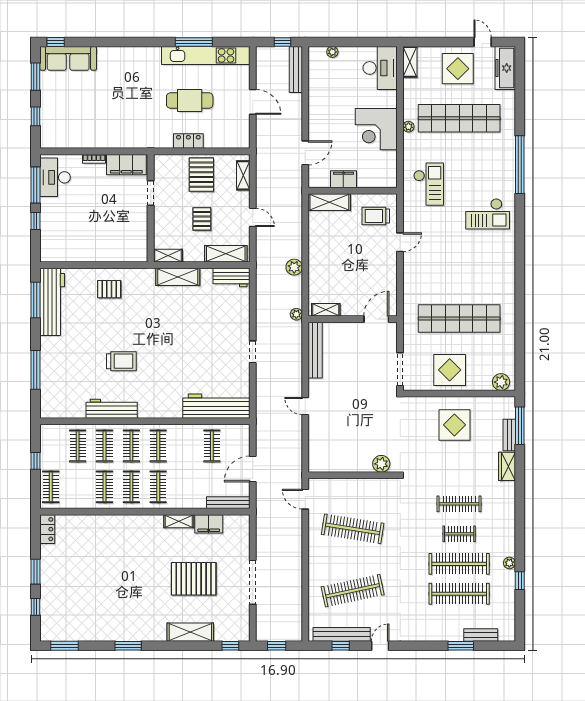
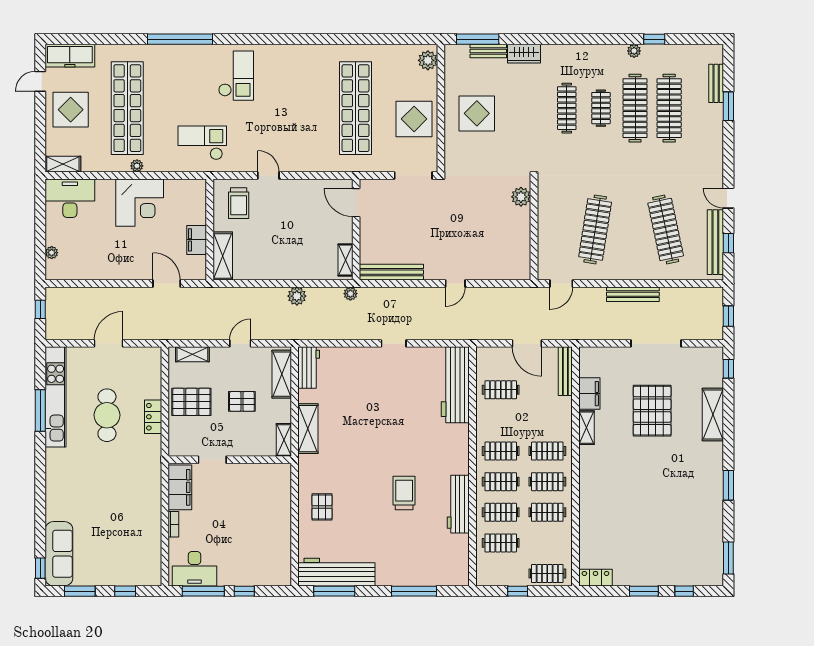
bench: (296, 69) -> (633, 294), moved

